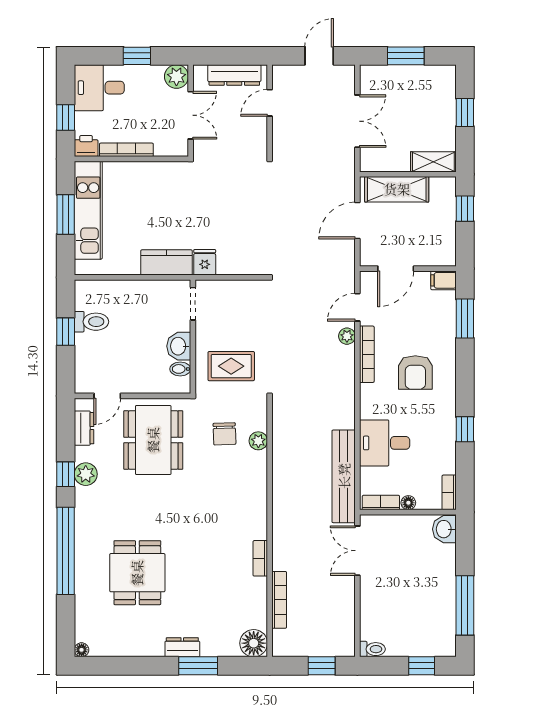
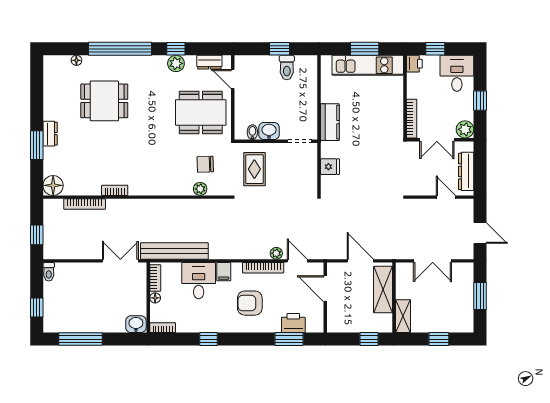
bookcase: (126, 150) -> (412, 119), moved
fridge: (205, 262) -> (330, 167), moved
filing cabinet: (443, 280) -> (224, 272), moved, turned 180
printer: (443, 313) -> (293, 323), added
floor lamp: (82, 650) -> (76, 60), moved

